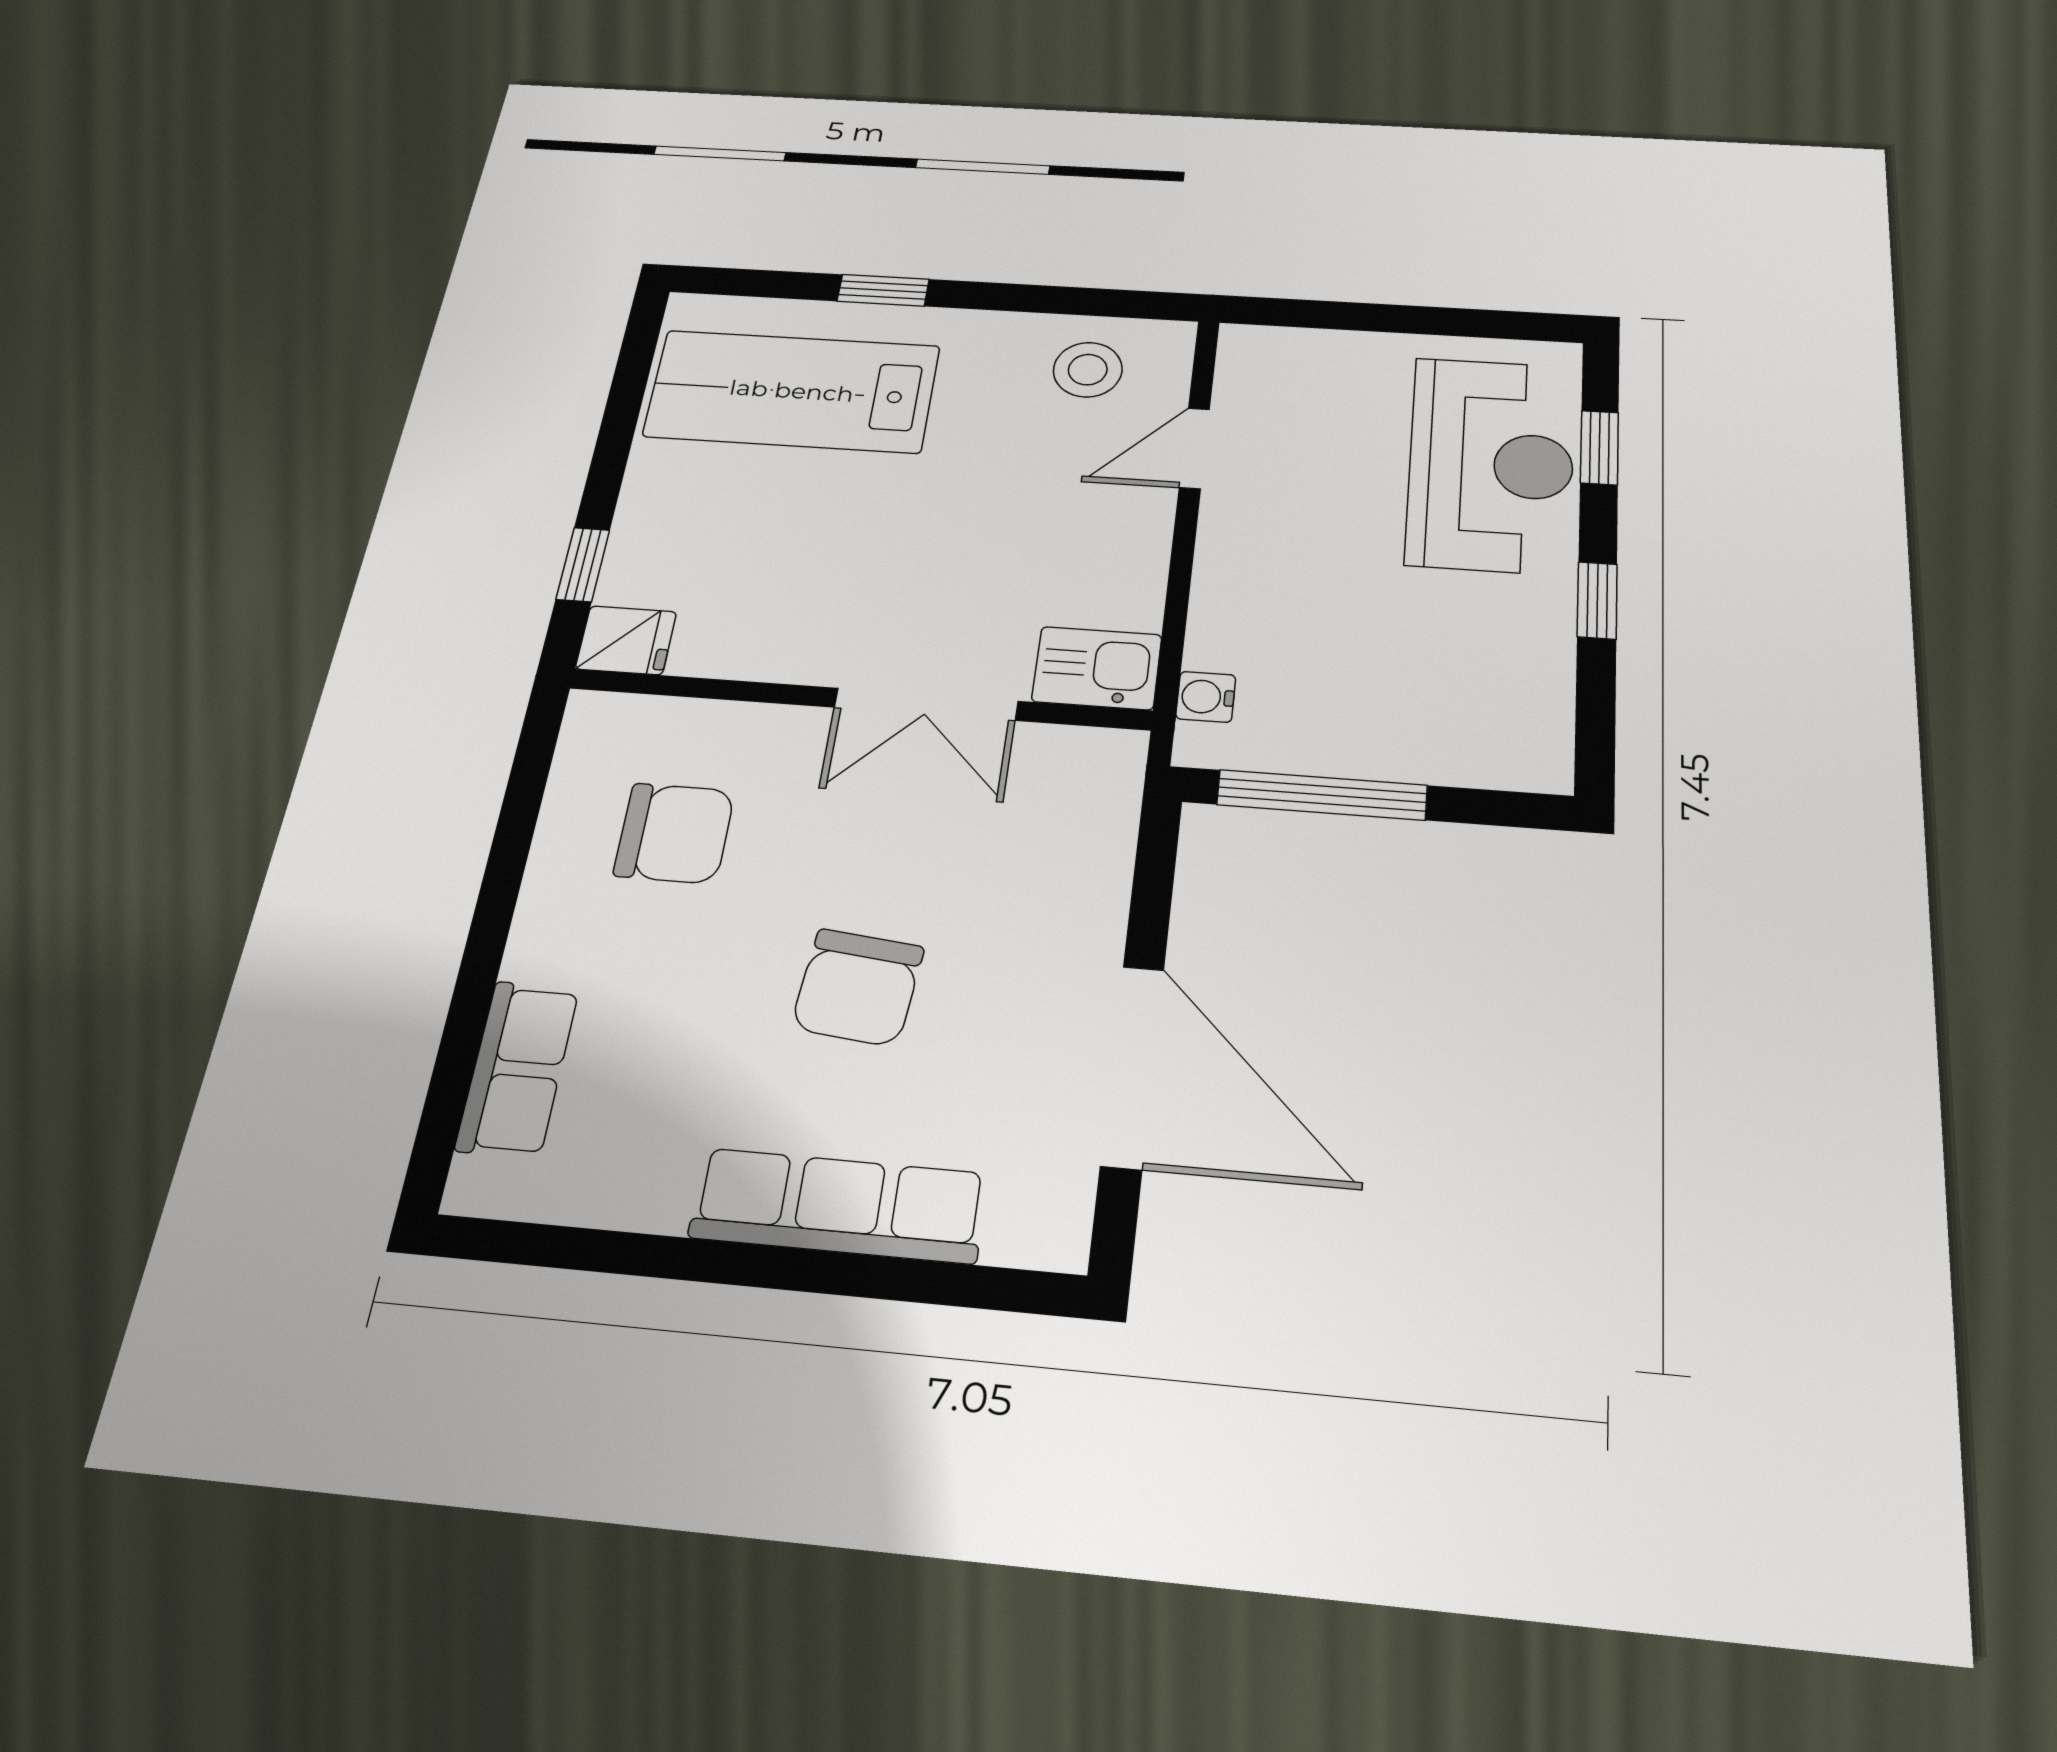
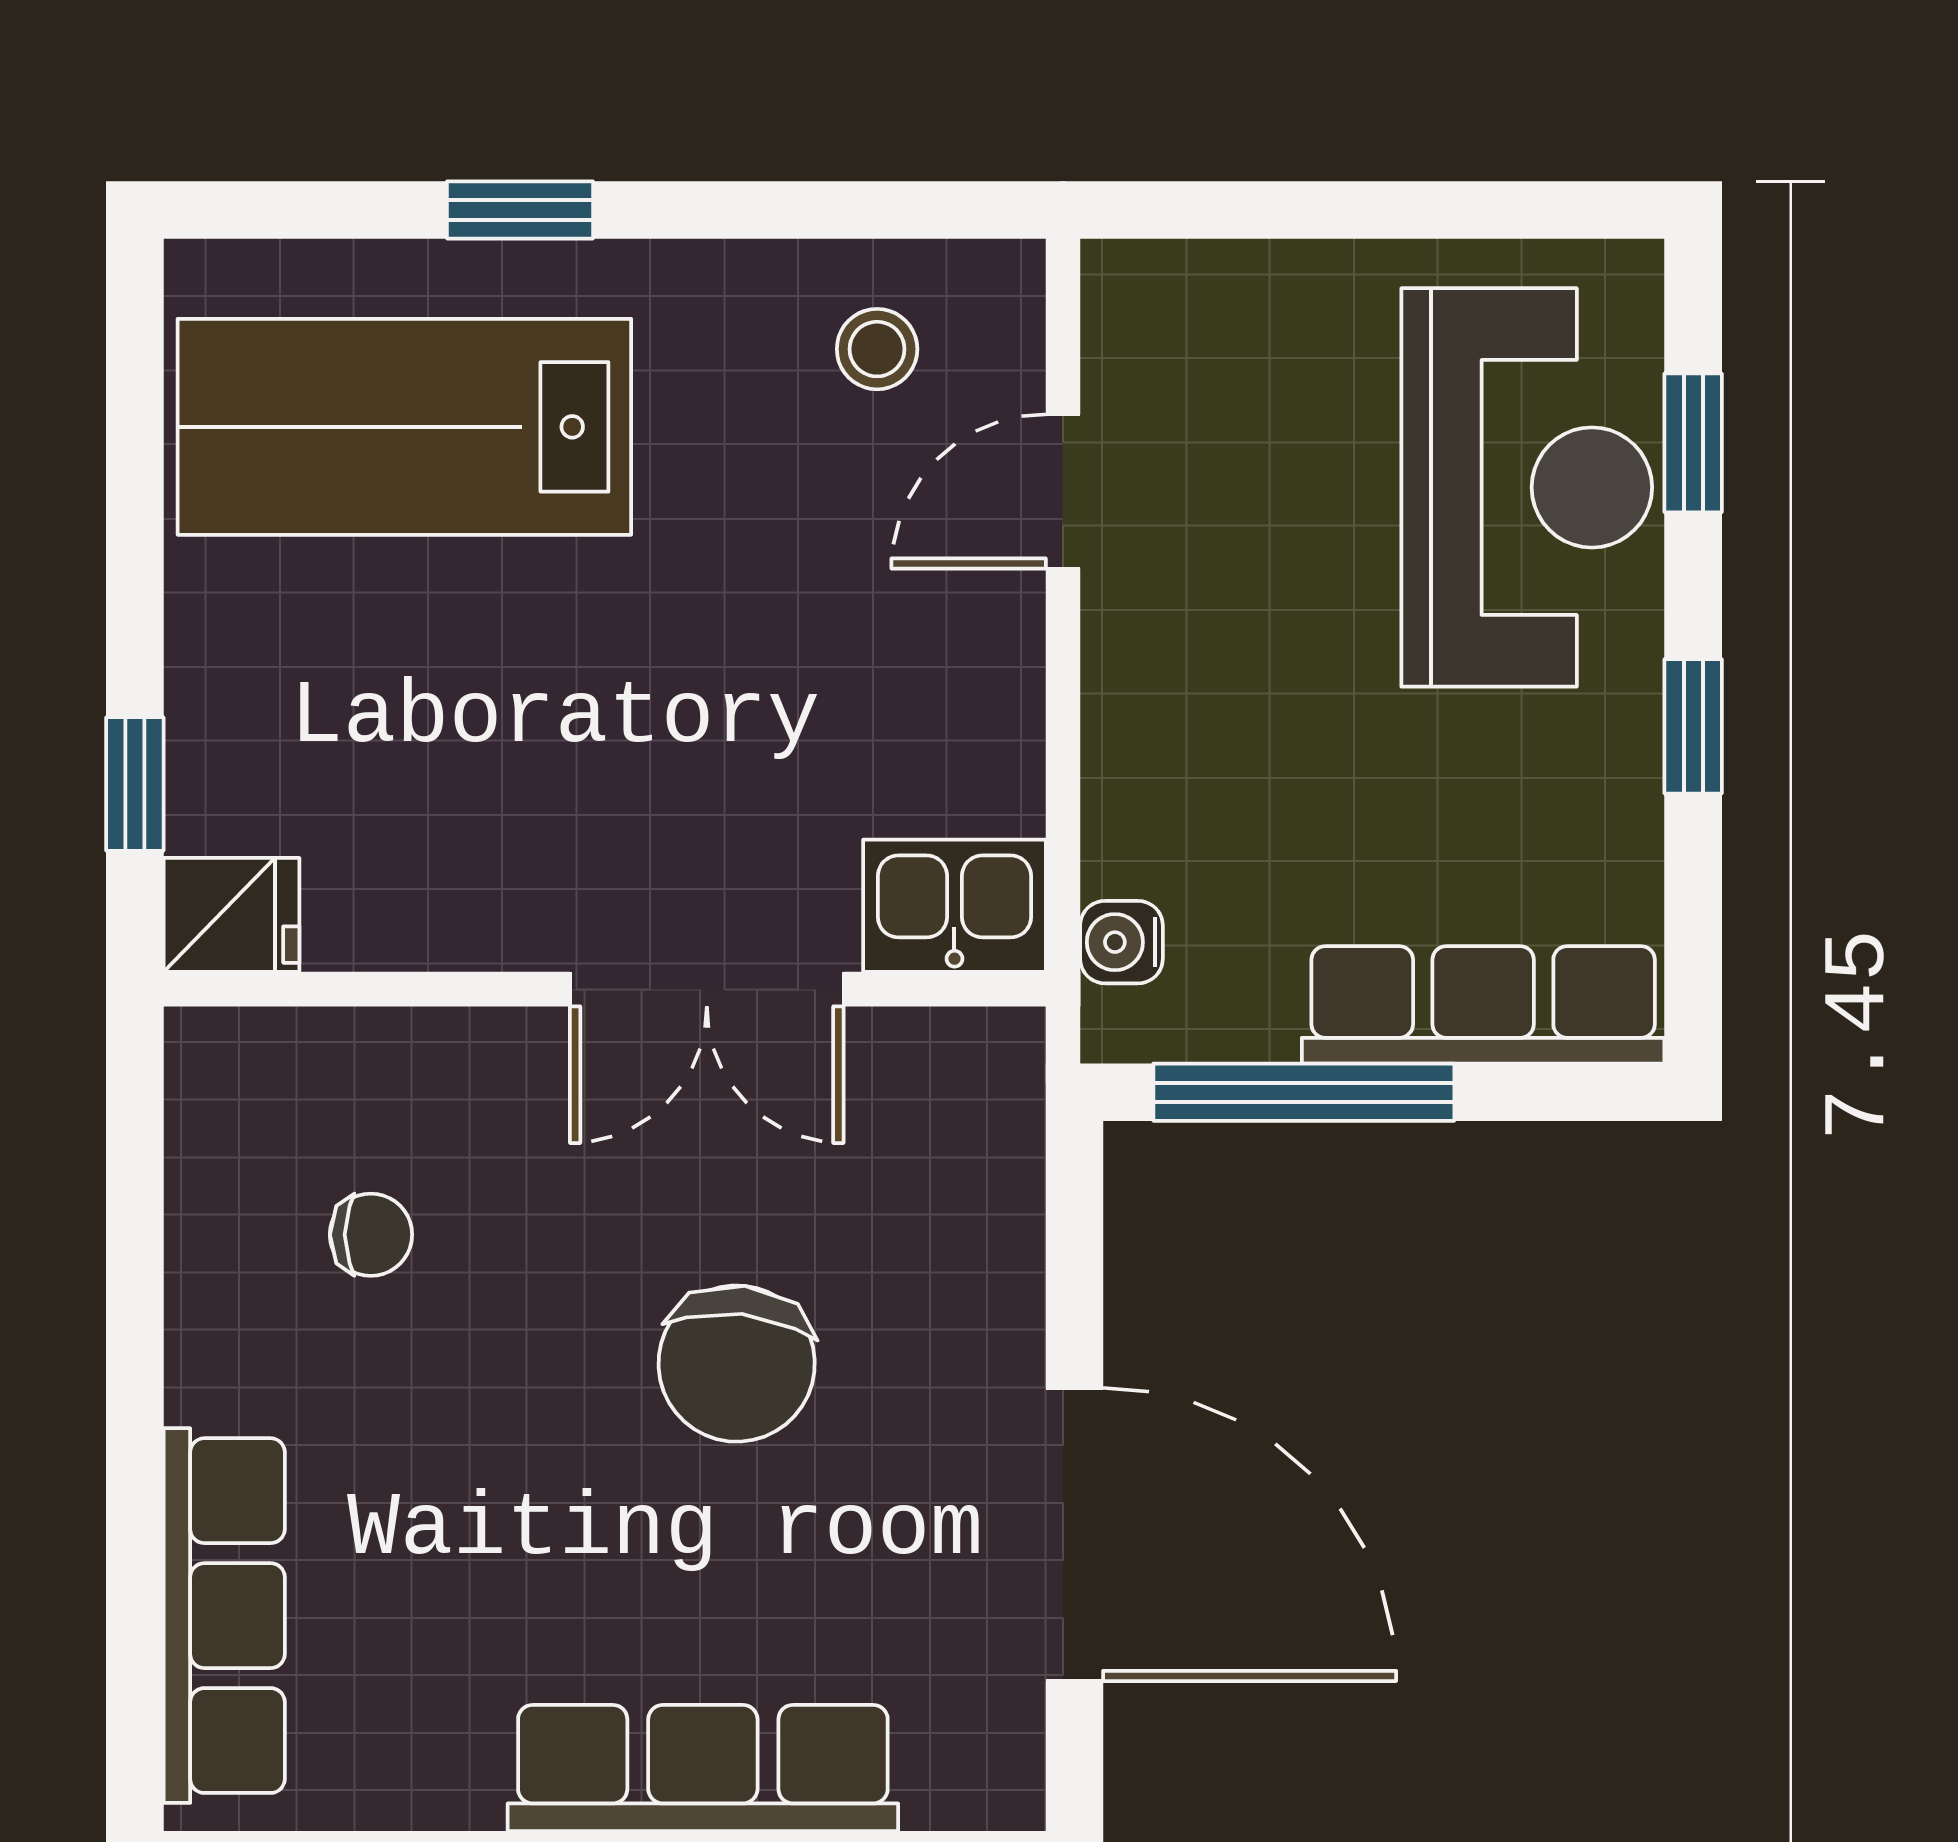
stool: (1088, 370) -> (877, 349), width x0.73, depth x0.73
row of seats: (1449, 751) -> (1483, 1005), added
chair: (674, 833) -> (371, 1235), width x0.54, depth x0.54
chair: (858, 987) -> (737, 1364), moved
row of seats: (518, 1069) -> (224, 1616), width x1.48

